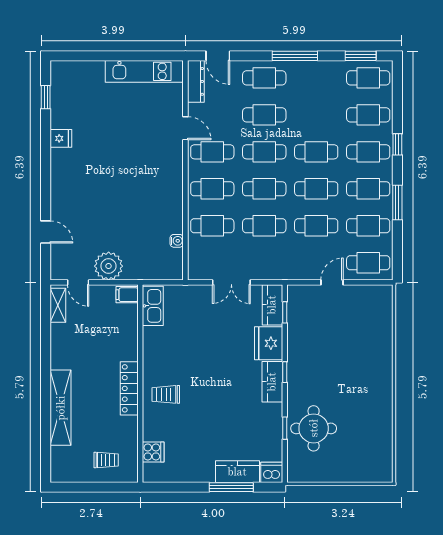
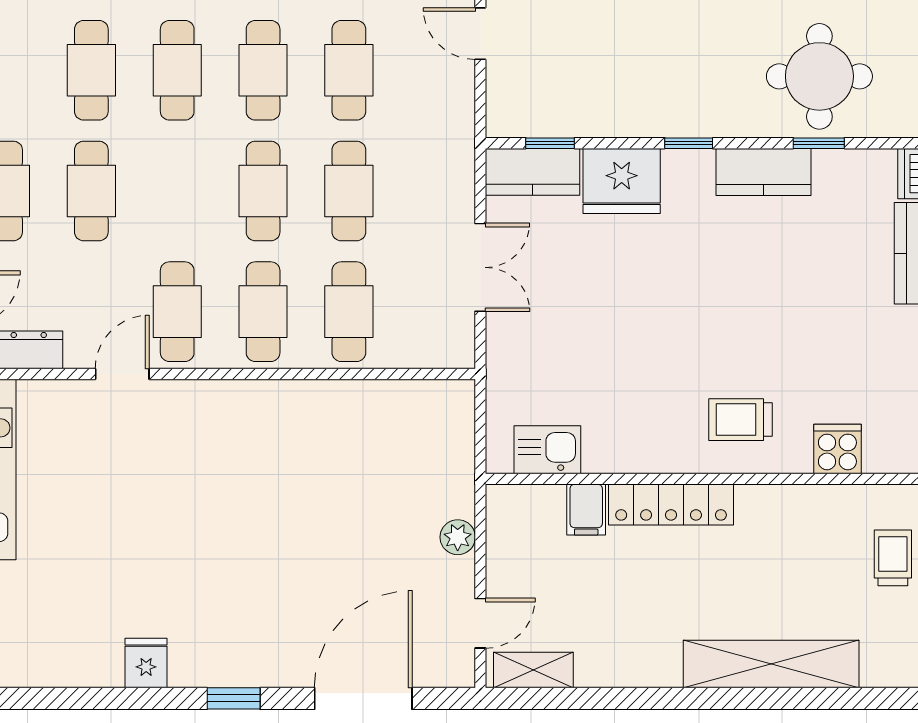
window: (46, 97) -> (234, 698), moved
cafe table: (264, 152) -> (91, 70), moved
door: (46, 232) -> (363, 698), width x1.88
water cooler: (177, 241) -> (384, 394), removed
plant: (109, 266) -> (458, 537), width x0.53, depth x0.53
filing cabinet: (127, 295) -> (586, 510), moved
kitchen sink: (153, 306) -> (547, 450), width x0.73
kitchen counter: (272, 382) -> (764, 172), moved
locker: (129, 388) -> (671, 505), moved
trolley: (166, 394) -> (741, 420), turned 90
cooker: (153, 452) -> (837, 449), moved

